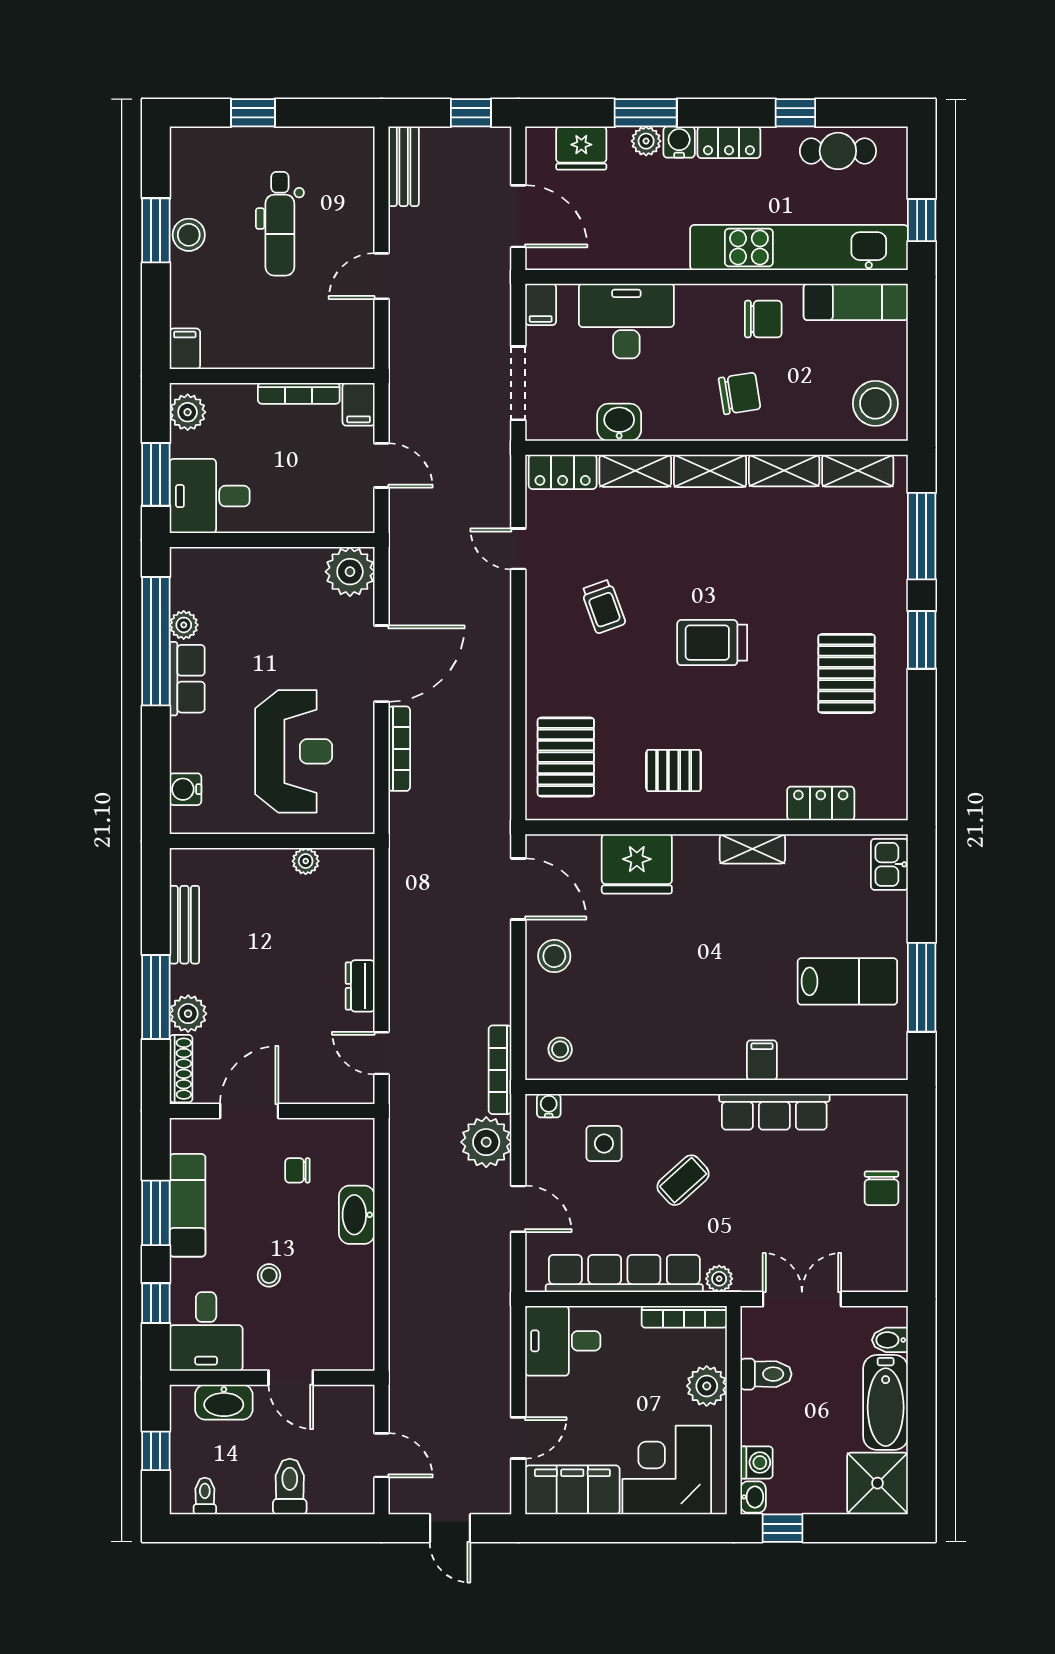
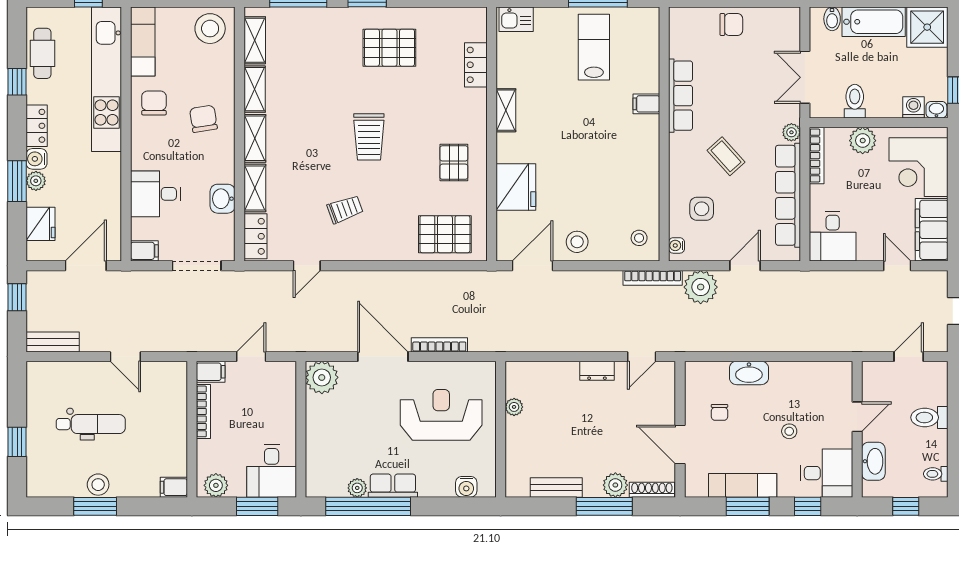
desk: (626, 321) -> (155, 194), width x0.73

